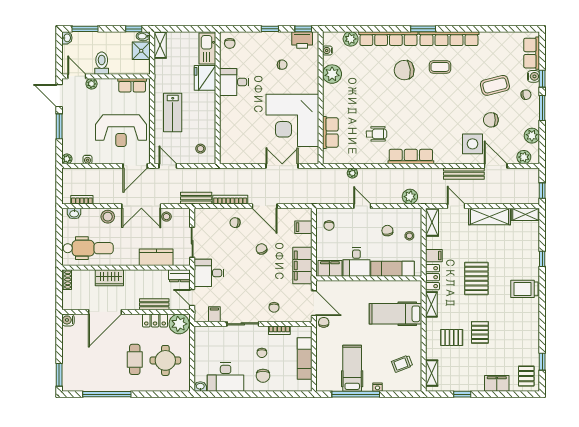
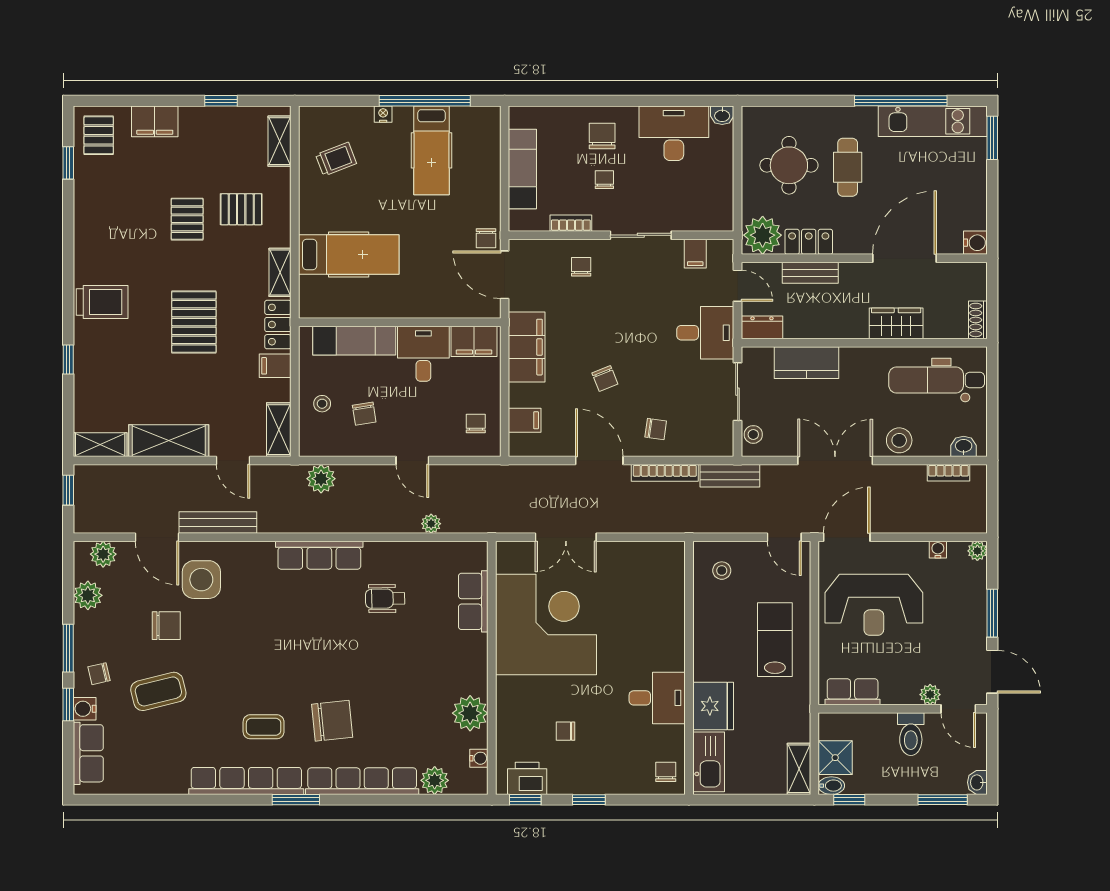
reception desk: (121, 131) -> (874, 605), turned 180
stool: (166, 217) -> (753, 434), moved
kitchen unit: (90, 383) -> (933, 121), added

